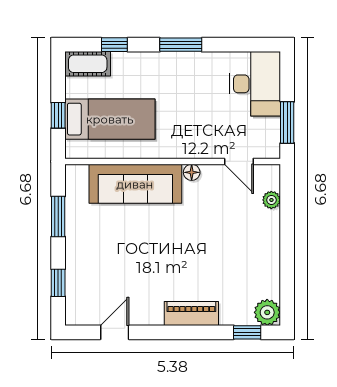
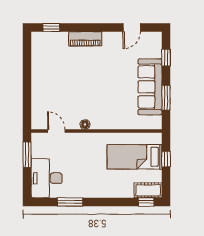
window: (114, 45) -> (146, 202), moved
window: (181, 45) -> (70, 202), moved
sofa: (135, 184) -> (150, 87), moved, turned -90
plant: (271, 200) -> (37, 108), removed
plant: (267, 312) -> (39, 40), removed

